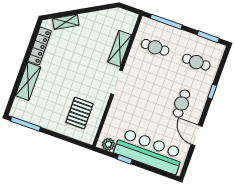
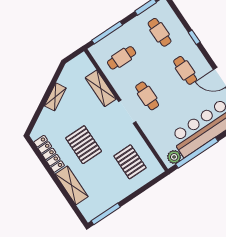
shelving: (66, 22) -> (55, 97), moved
cafe table: (196, 62) -> (160, 32), turned 90
pallet: (66, 67) -> (84, 145), added
cafe table: (140, 89) -> (147, 96), added
window: (125, 159) -> (197, 153), width x3.17

